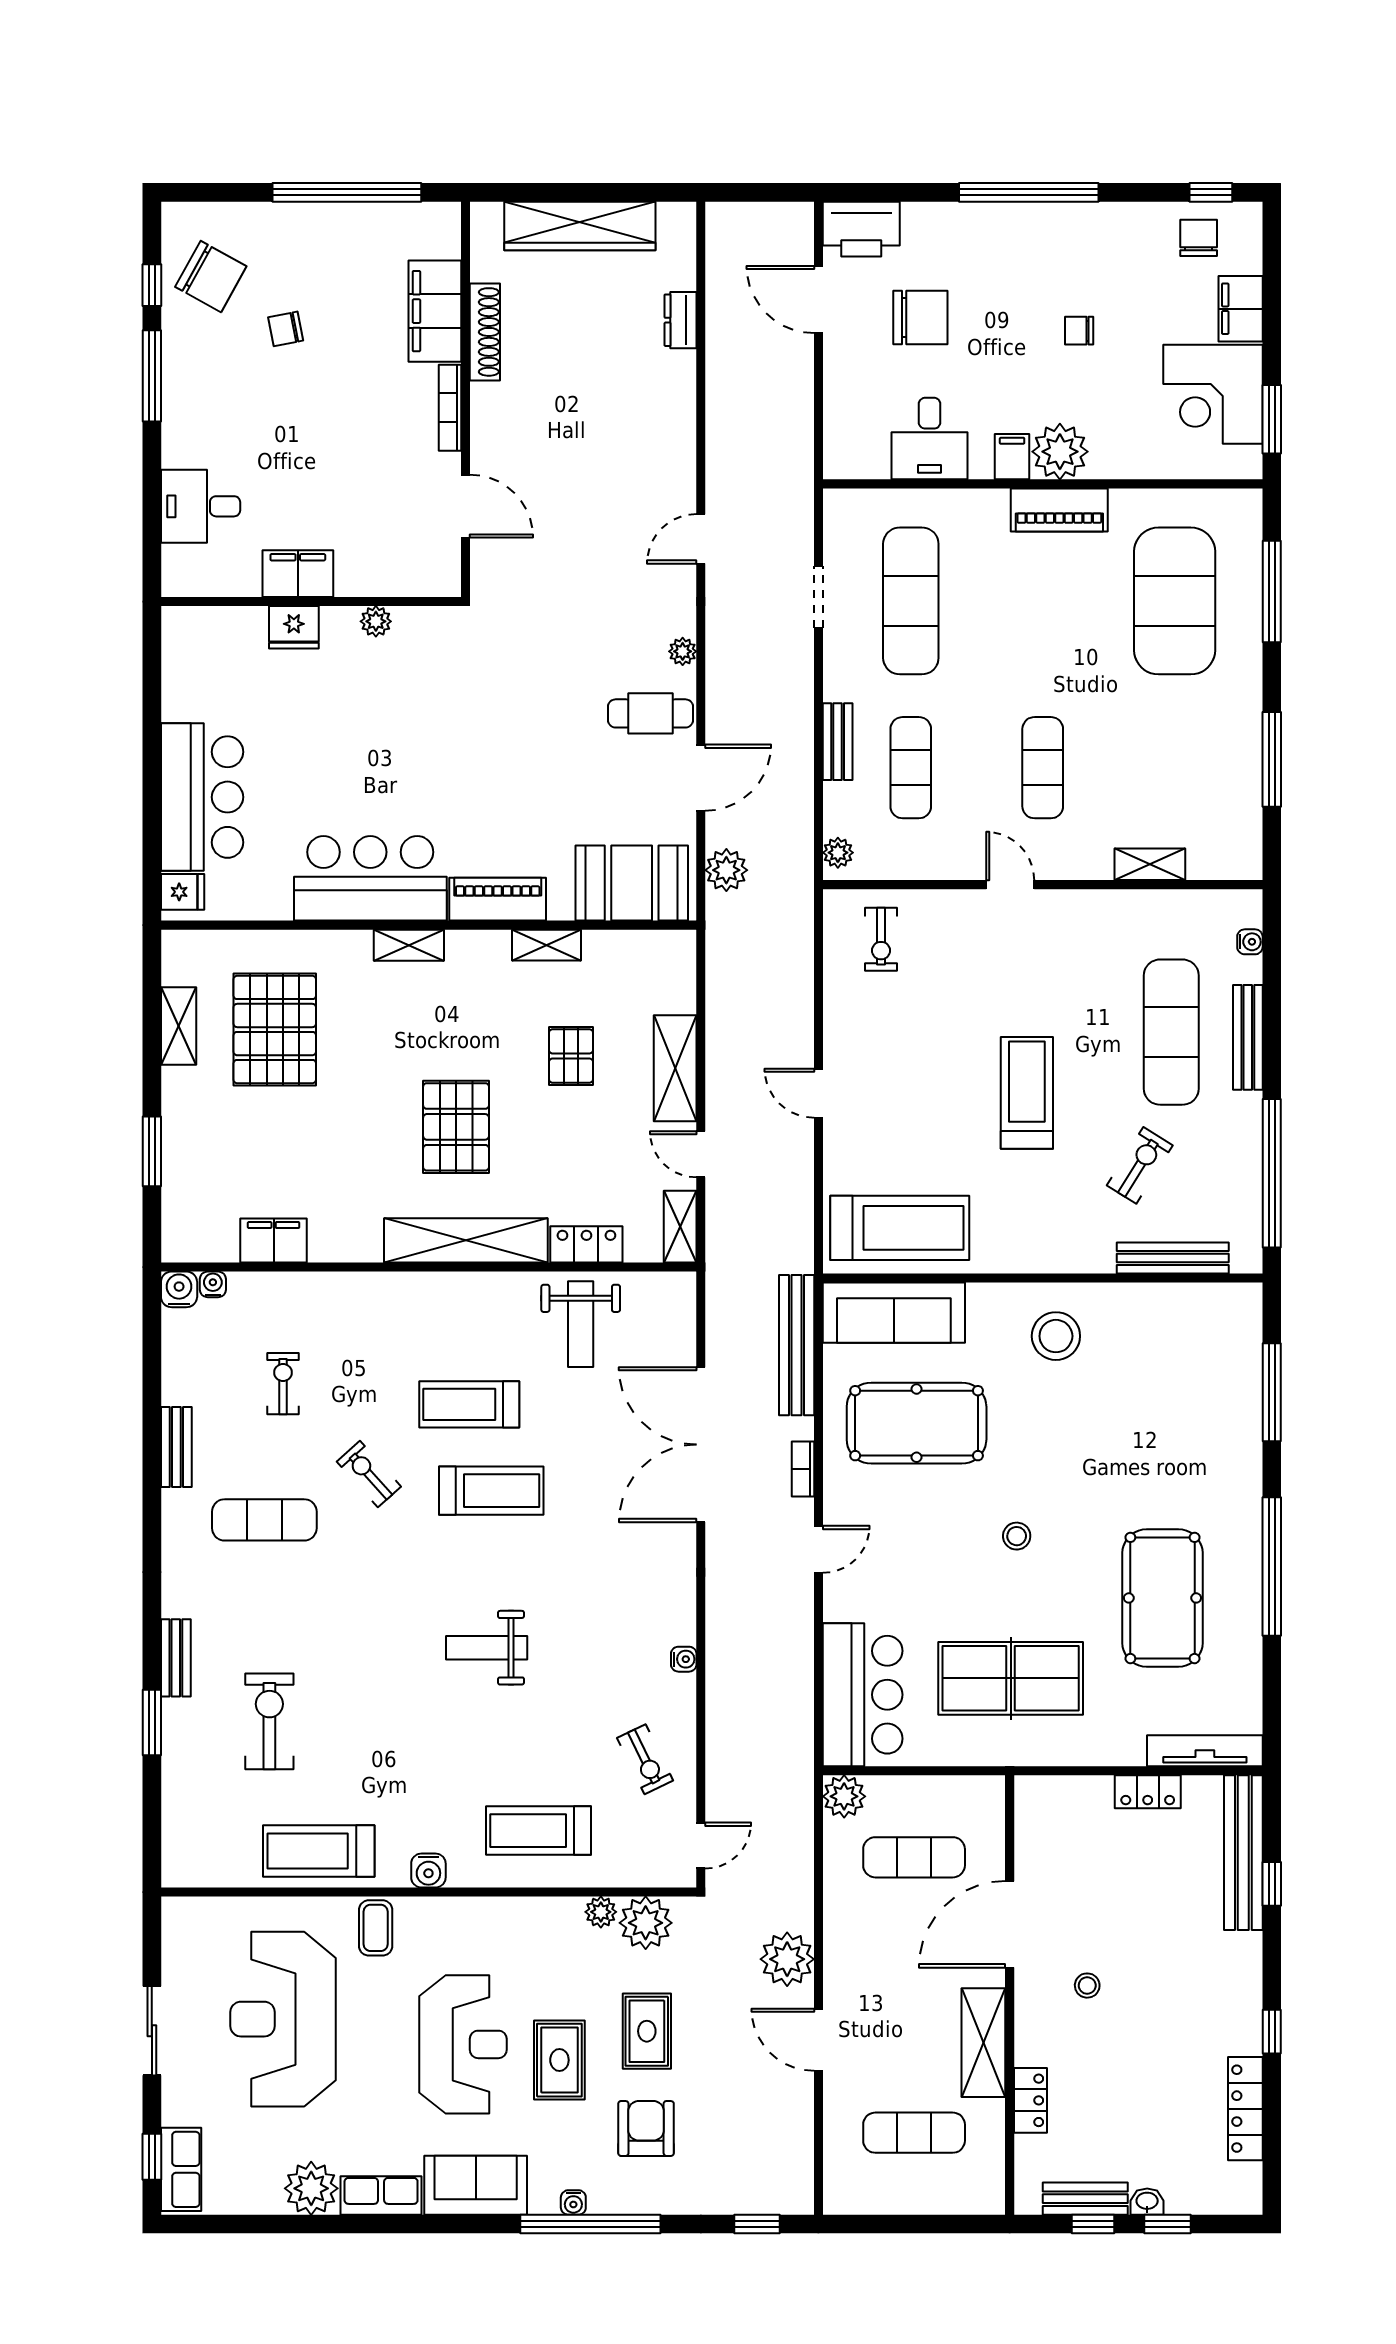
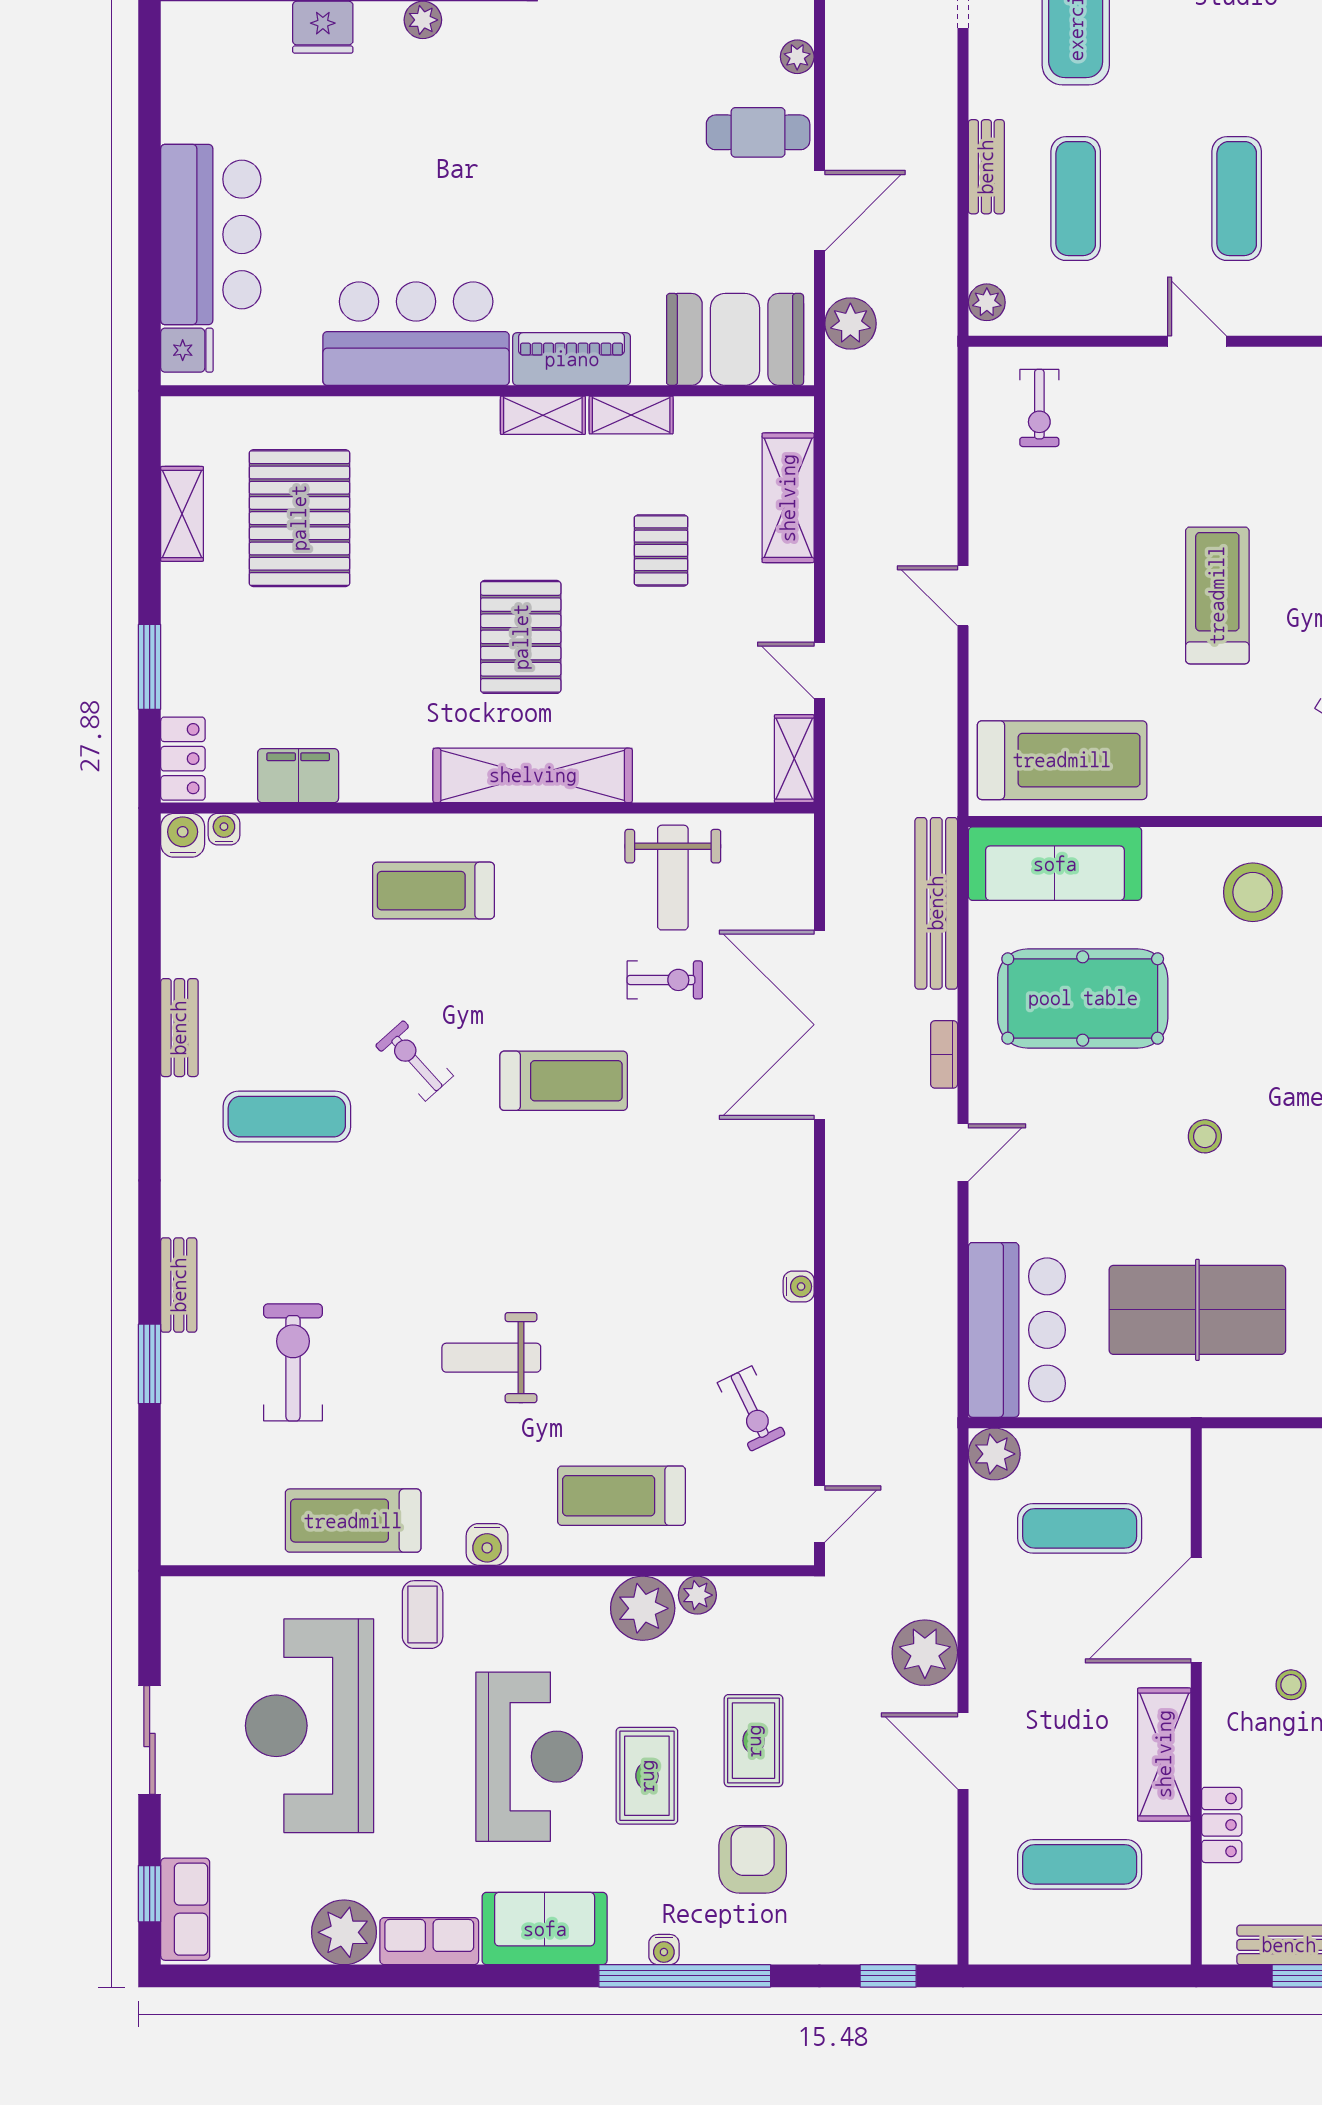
shelving: (409, 945) -> (543, 415), moved
shelving: (675, 1068) -> (788, 498), moved
locker: (586, 1244) -> (183, 759), moved, turned 90
exercise bike: (283, 1384) -> (665, 980), moved, turned 90
treadmill: (469, 1404) -> (433, 891), moved
weight bench: (487, 1648) -> (491, 1358), moved
plant: (646, 1923) -> (643, 1608), moved

